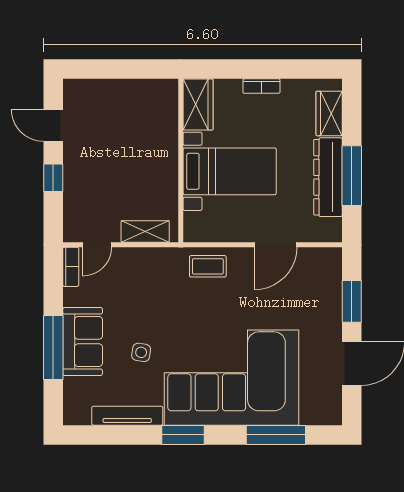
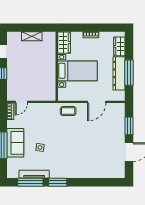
shelving: (145, 232) -> (32, 36), moved
corner sofa: (232, 378) -> (78, 158), removed
window: (276, 435) -> (30, 182), moved

